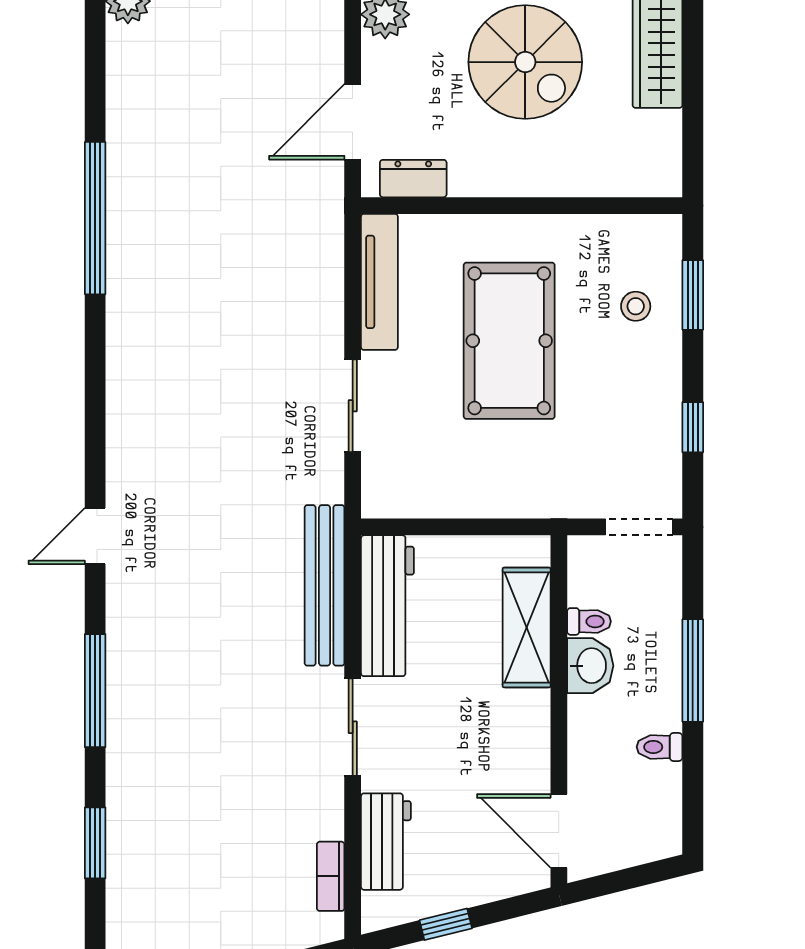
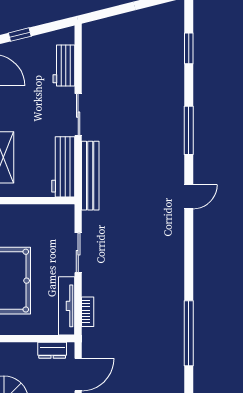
window: (95, 843) -> (189, 48), moved
bookcase: (331, 876) -> (88, 312), moved
window: (446, 924) -> (20, 35), moved

